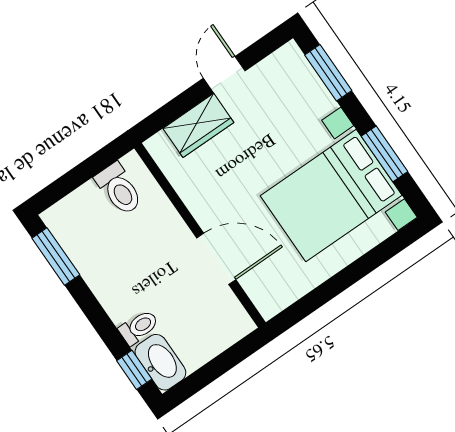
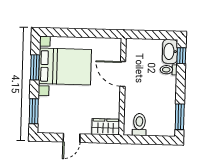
wardrobe: (198, 125) -> (106, 127), moved

